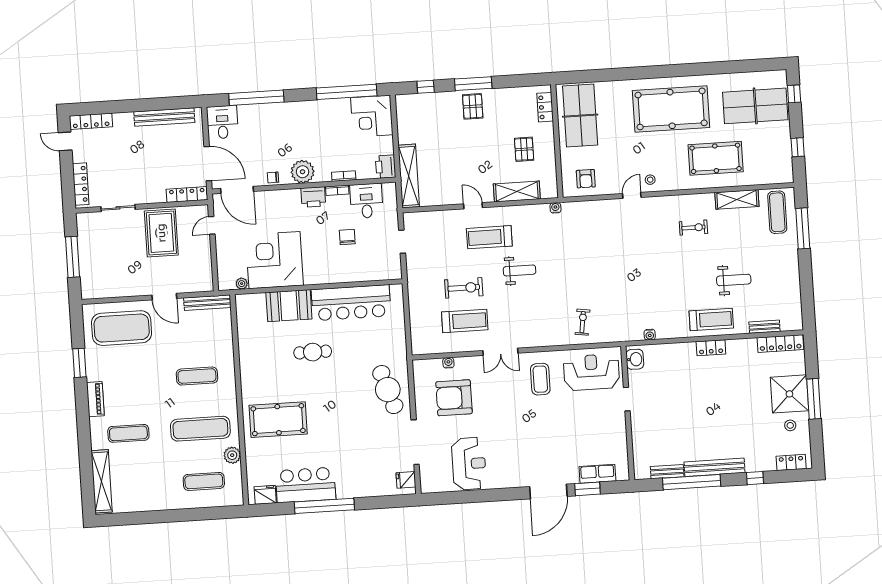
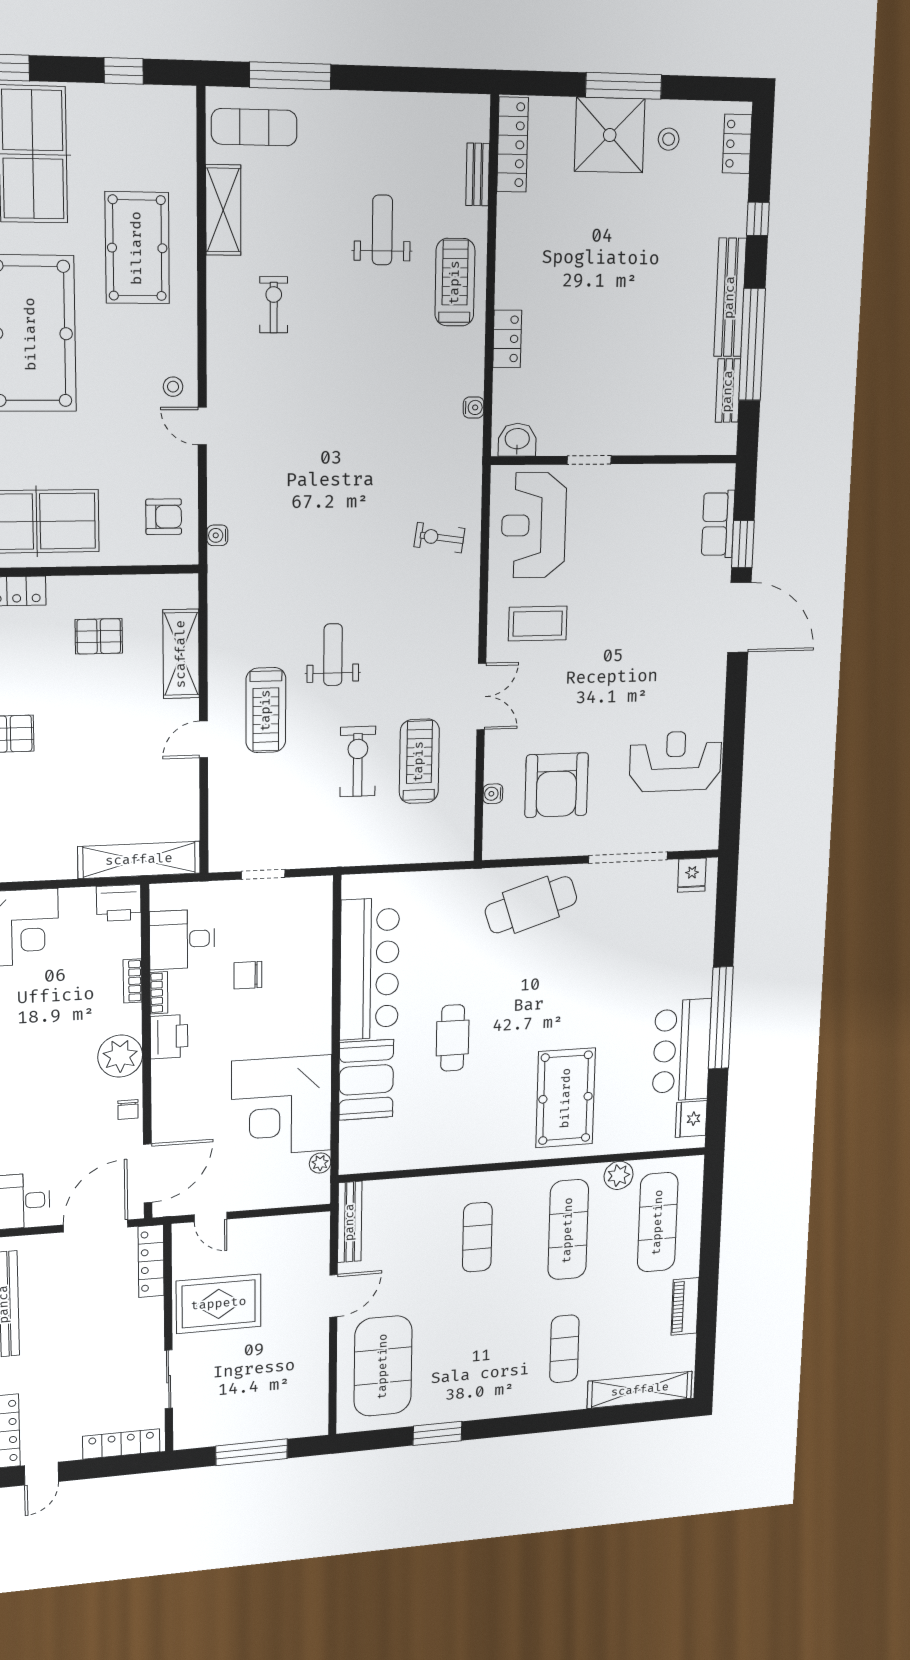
water cooler: (555, 208) -> (217, 535), moved
locker: (711, 348) -> (507, 339), moved
piano: (95, 399) -> (685, 1306), moved, turned -90
exercise mat: (204, 481) -> (658, 1222), width x1.36, depth x1.45

